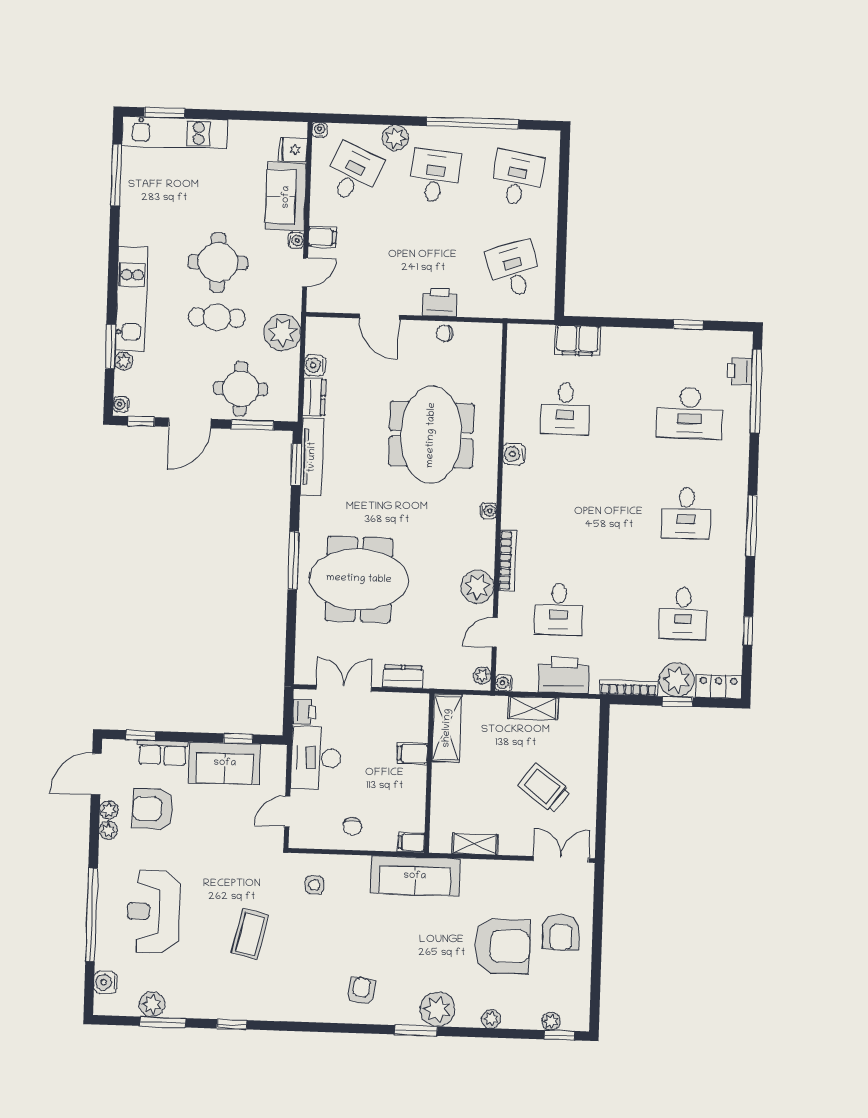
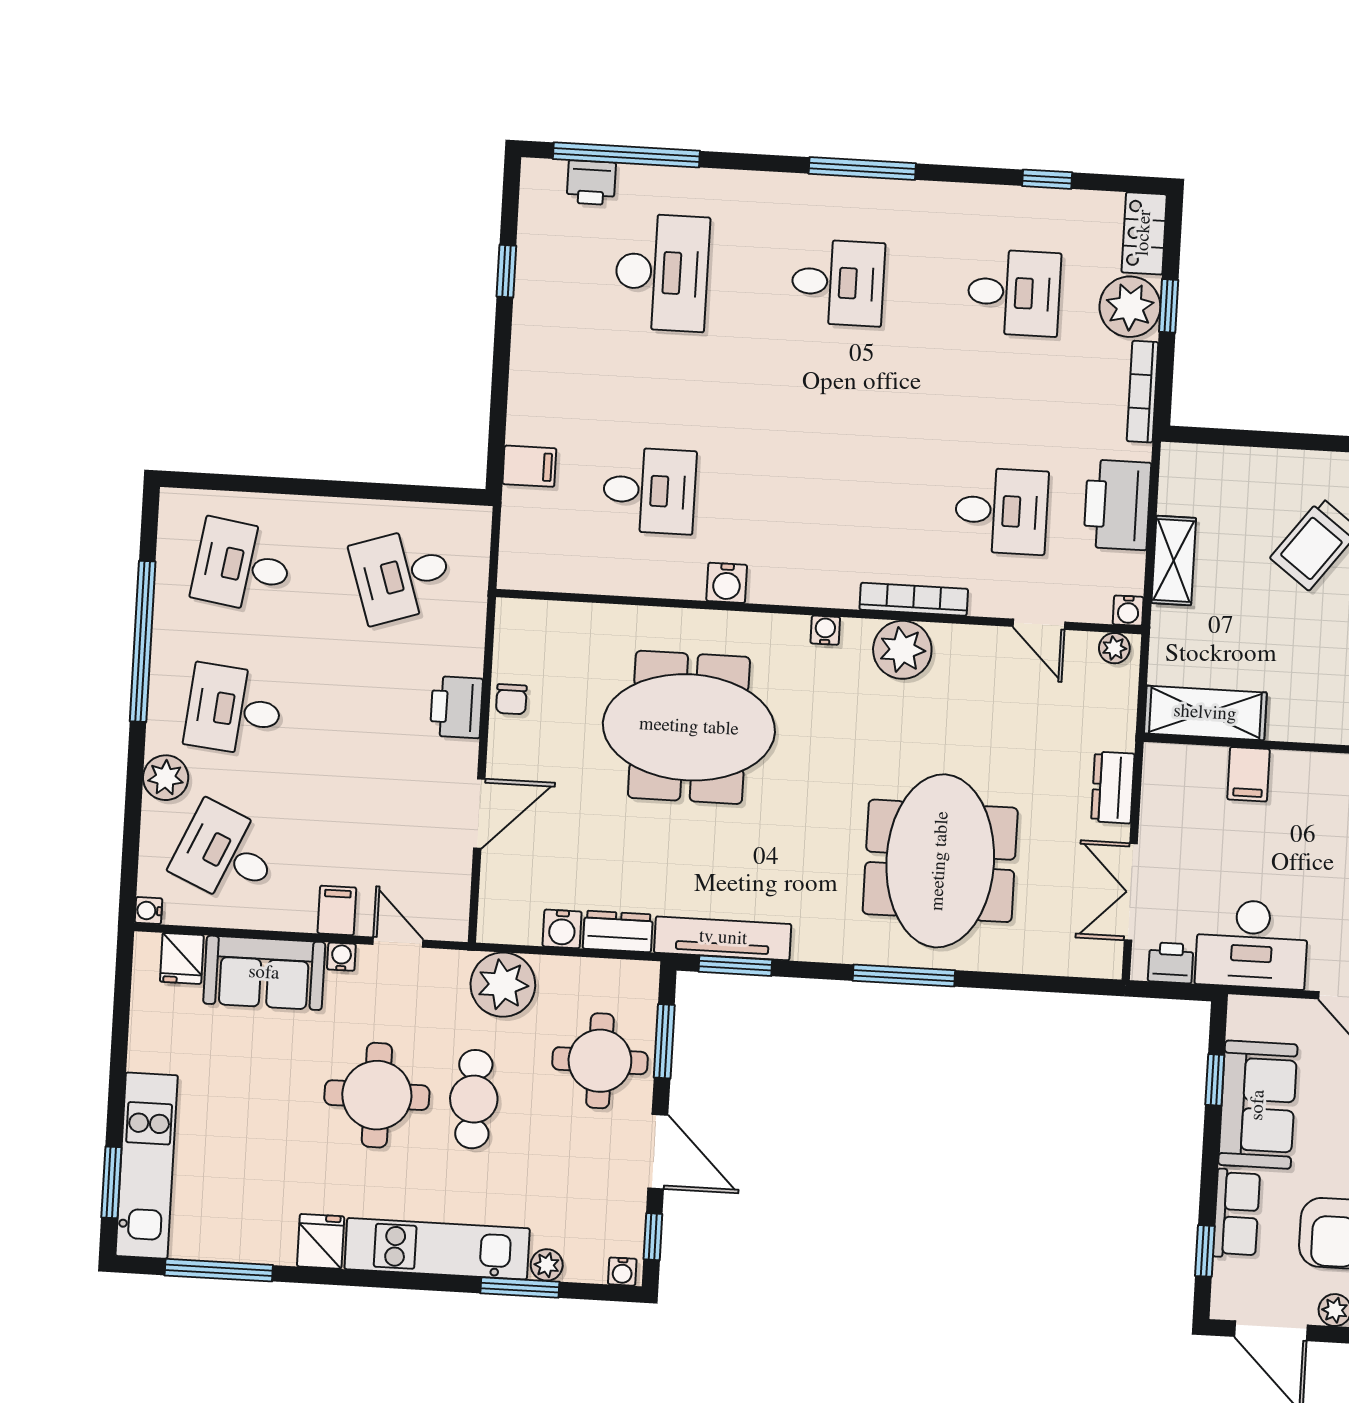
fridge: (134, 232) -> (321, 1241), added
filing cabinet: (578, 340) -> (529, 466), width x0.50
plant: (477, 587) -> (902, 650), moved

